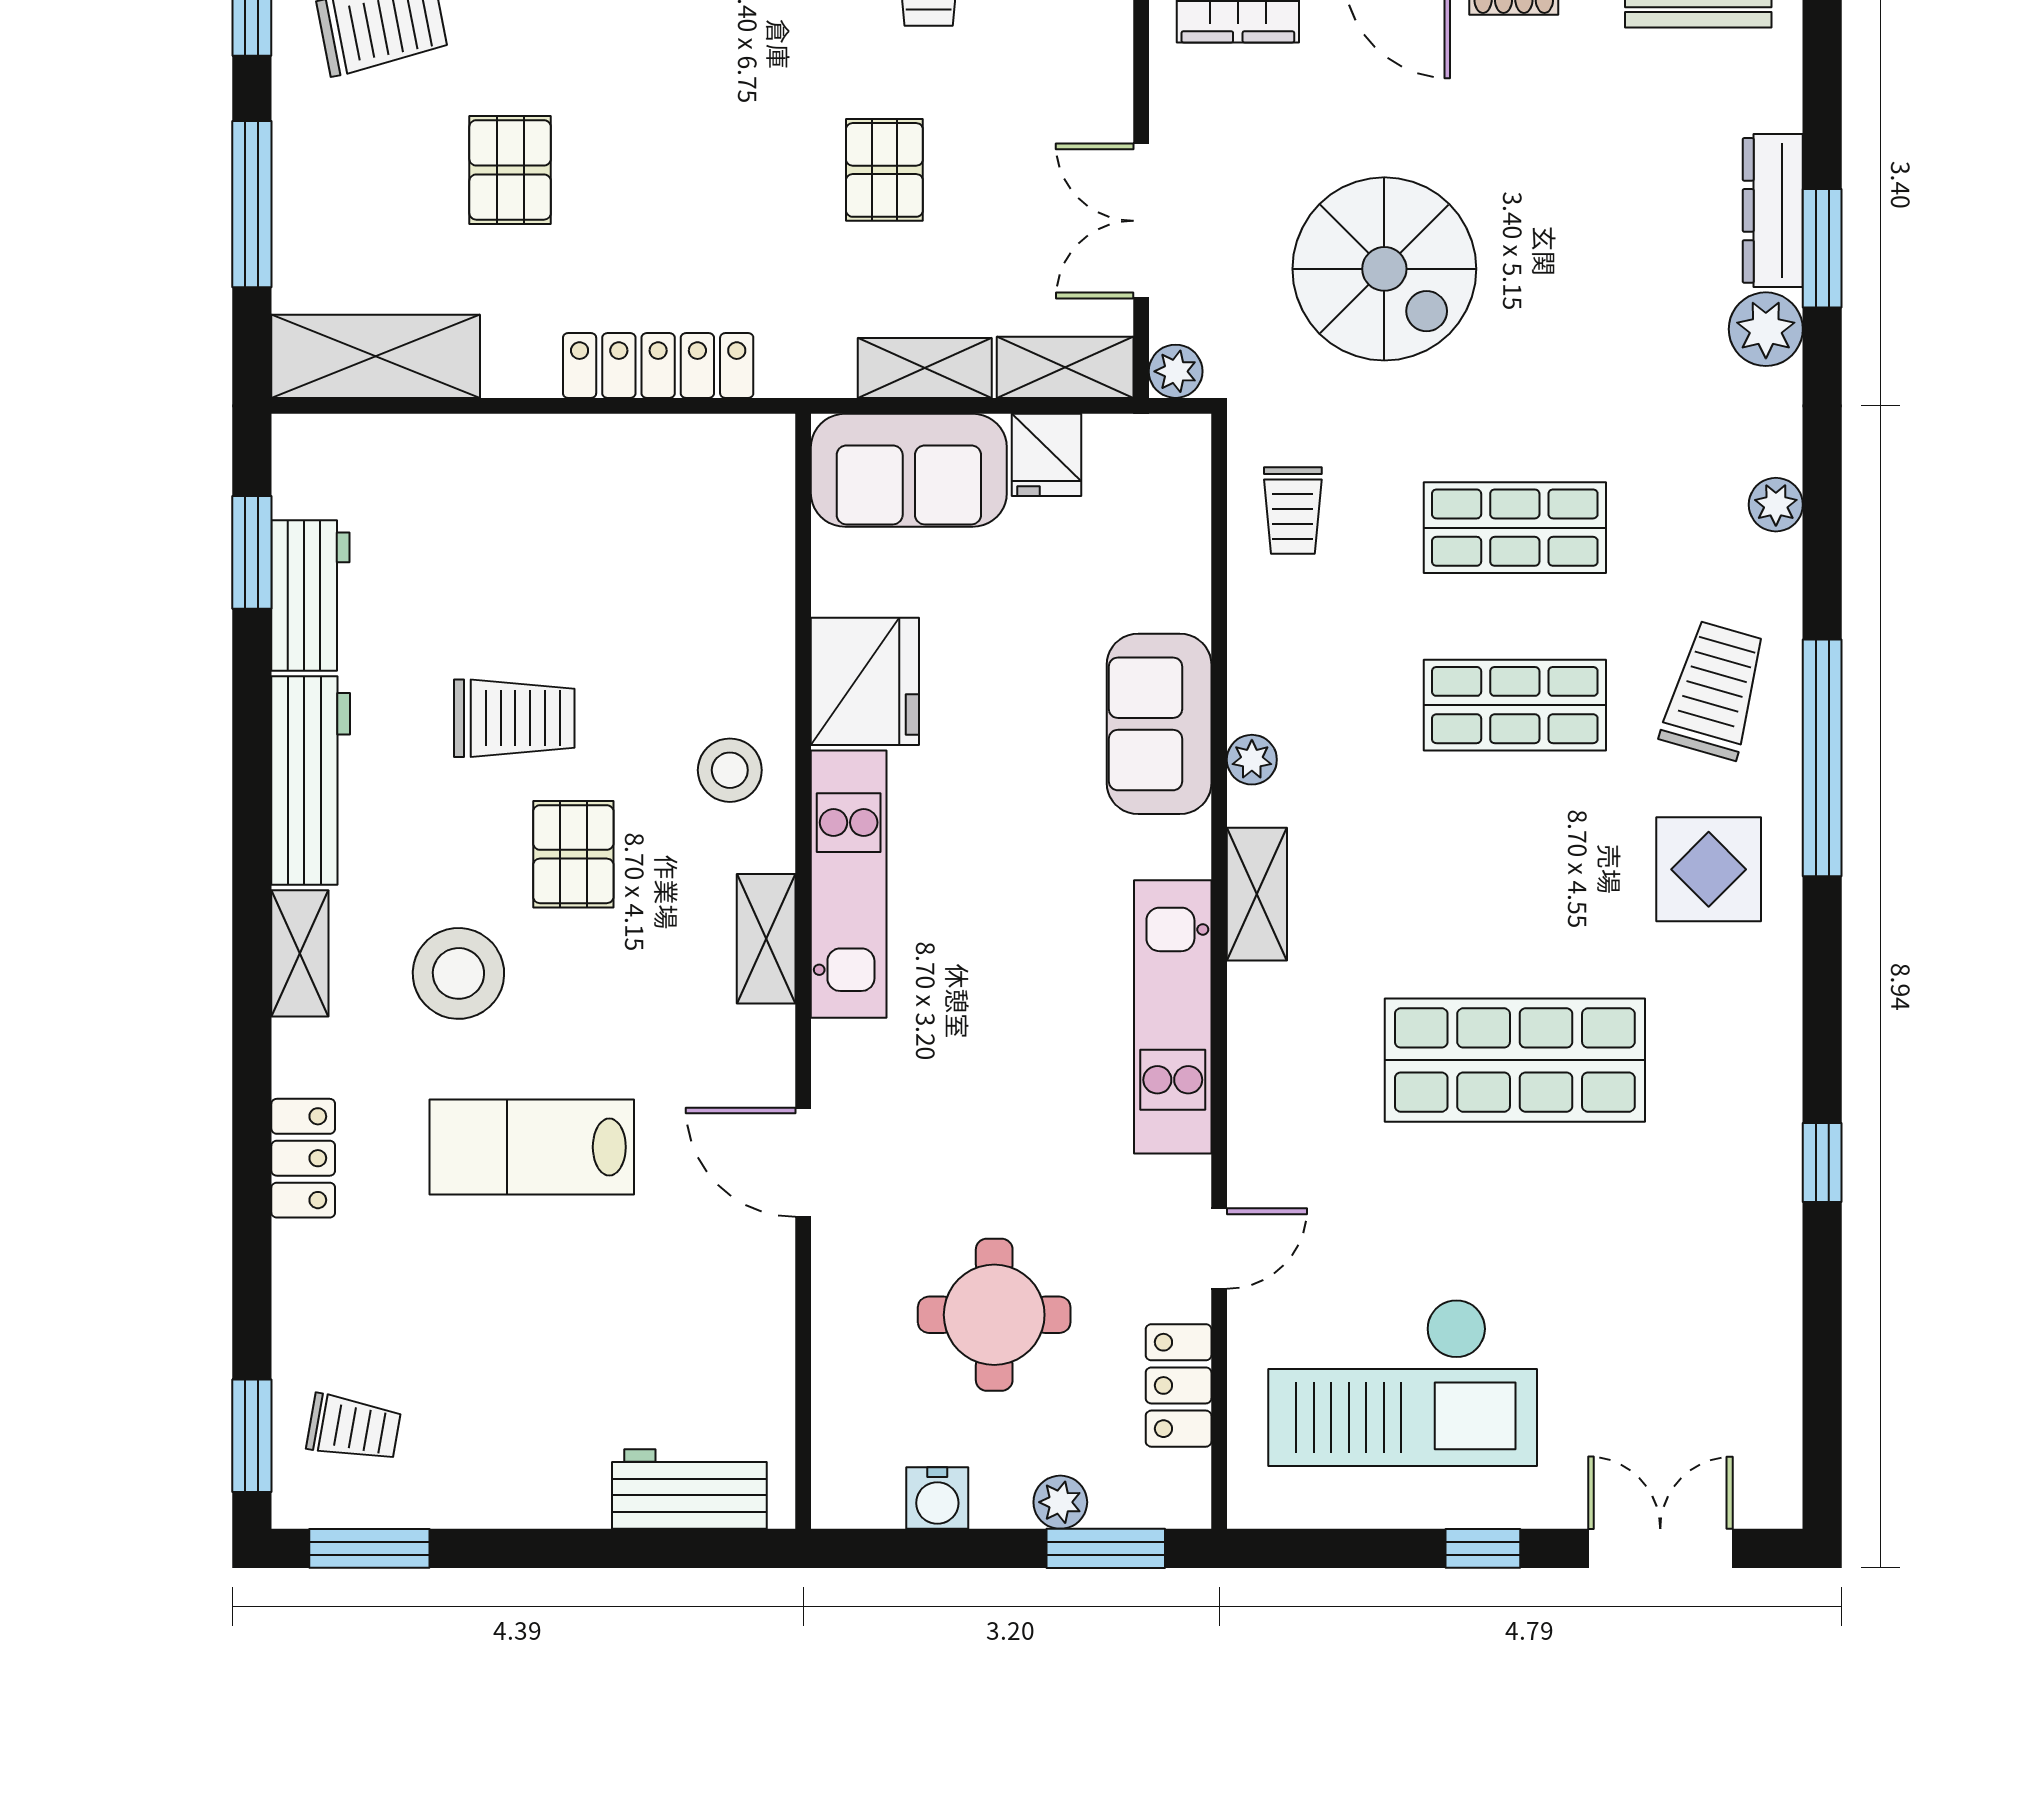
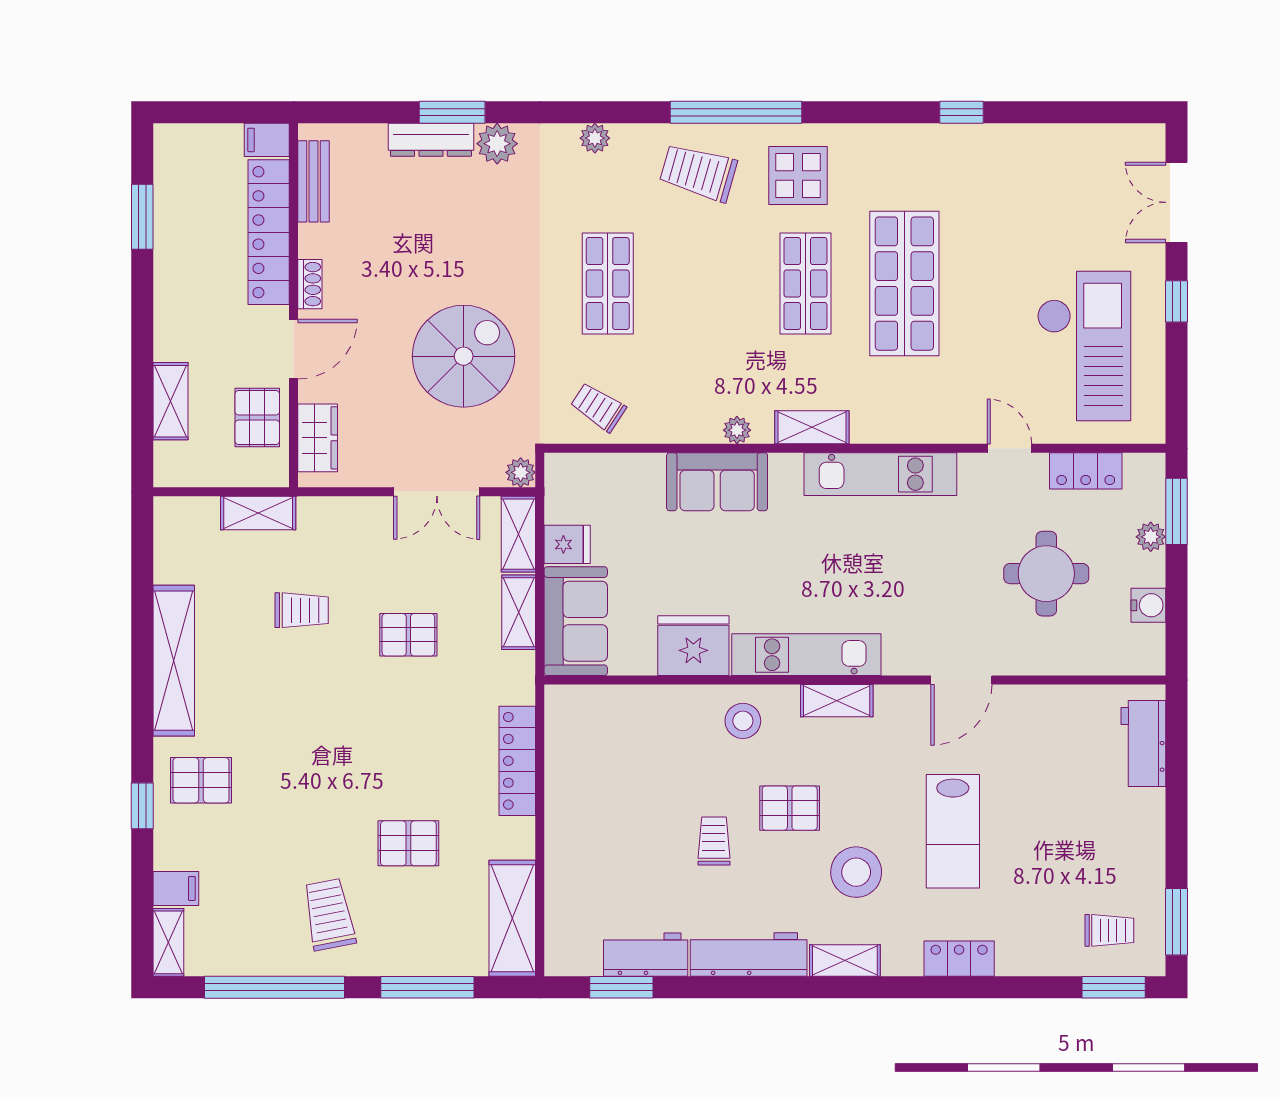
trolley: (1293, 511) -> (598, 407), turned -147
shop shelf: (1515, 705) -> (805, 284), moved
trolley: (514, 718) -> (714, 841), width x0.73, depth x0.72
trolley: (354, 1428) -> (1109, 930), turned 80

